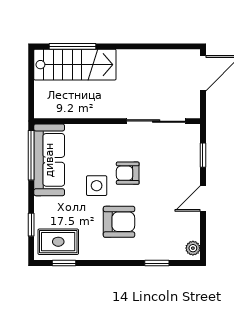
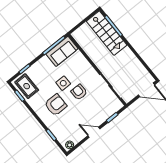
sofa: (49, 160) -> (62, 51), width x0.73
armchair: (119, 222) -> (56, 105), turned -90

